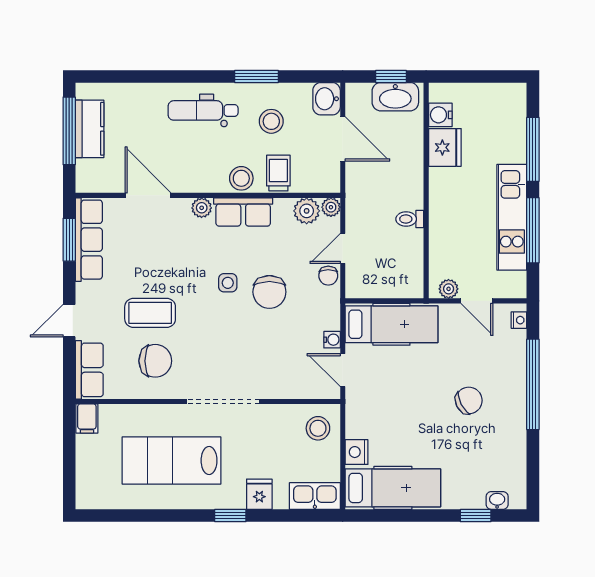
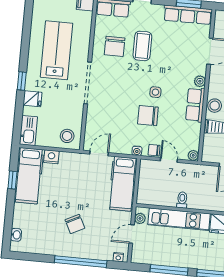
plant: (307, 211) -> (192, 141), removed
kitchen unit: (512, 217) -> (179, 219), moved, turned 180
water cooler: (332, 340) -> (137, 151), moved
window: (476, 516) -> (12, 180), moved

